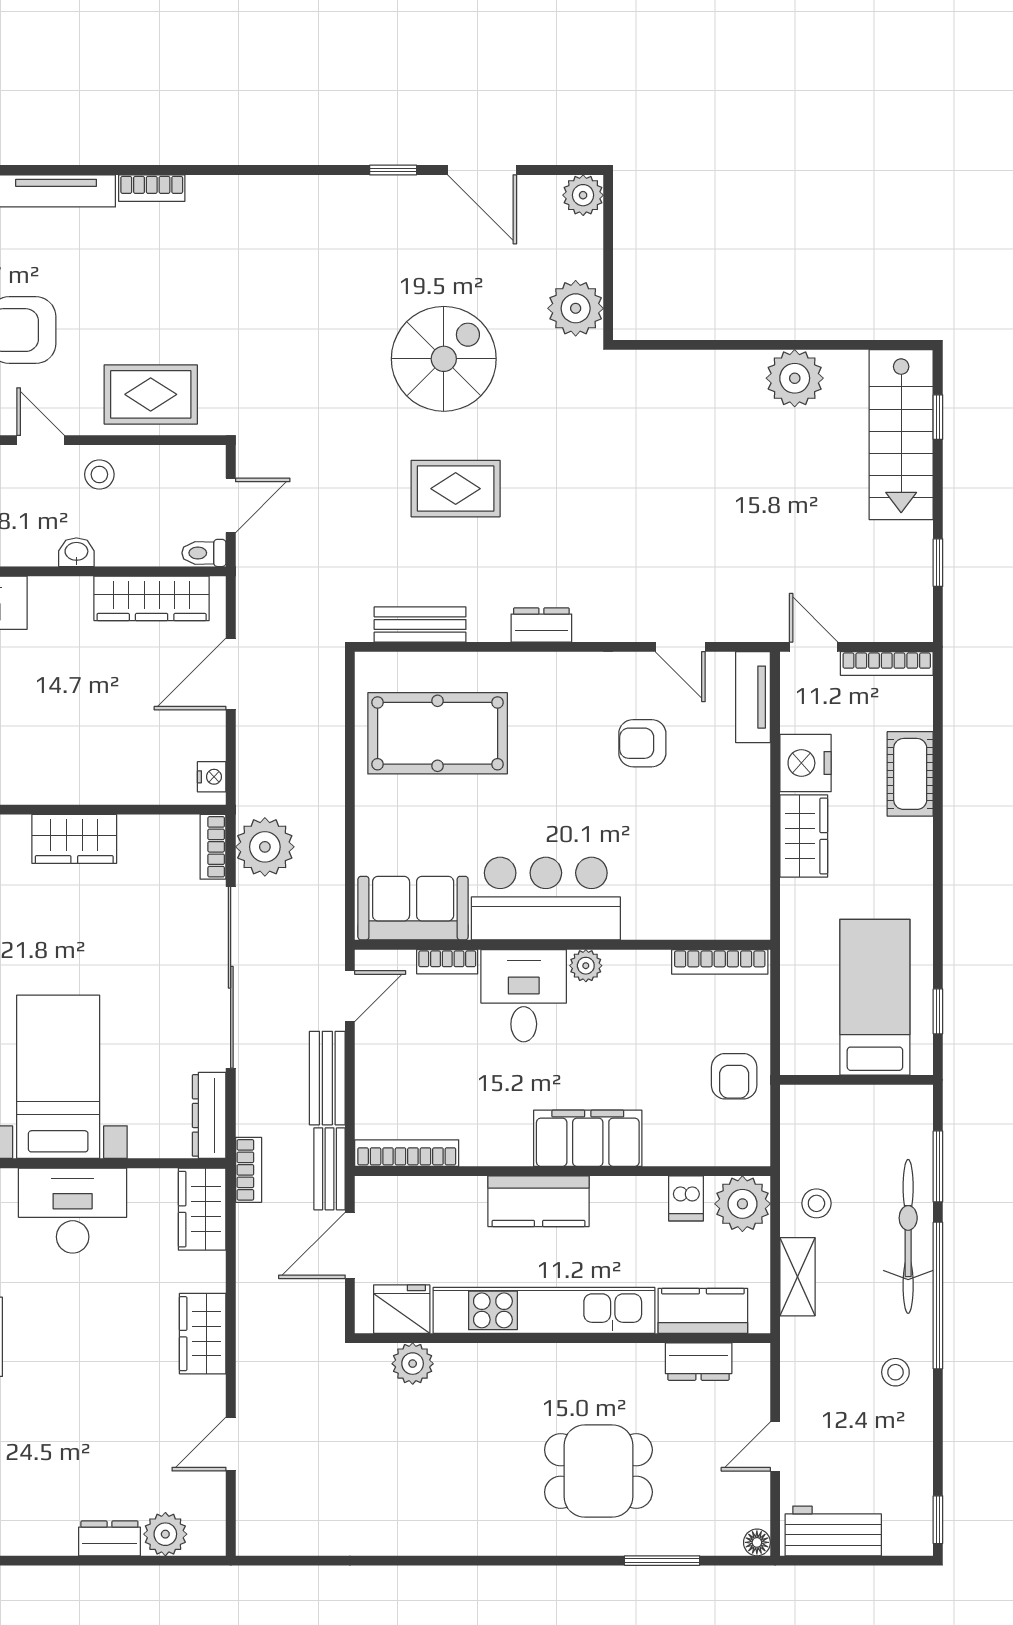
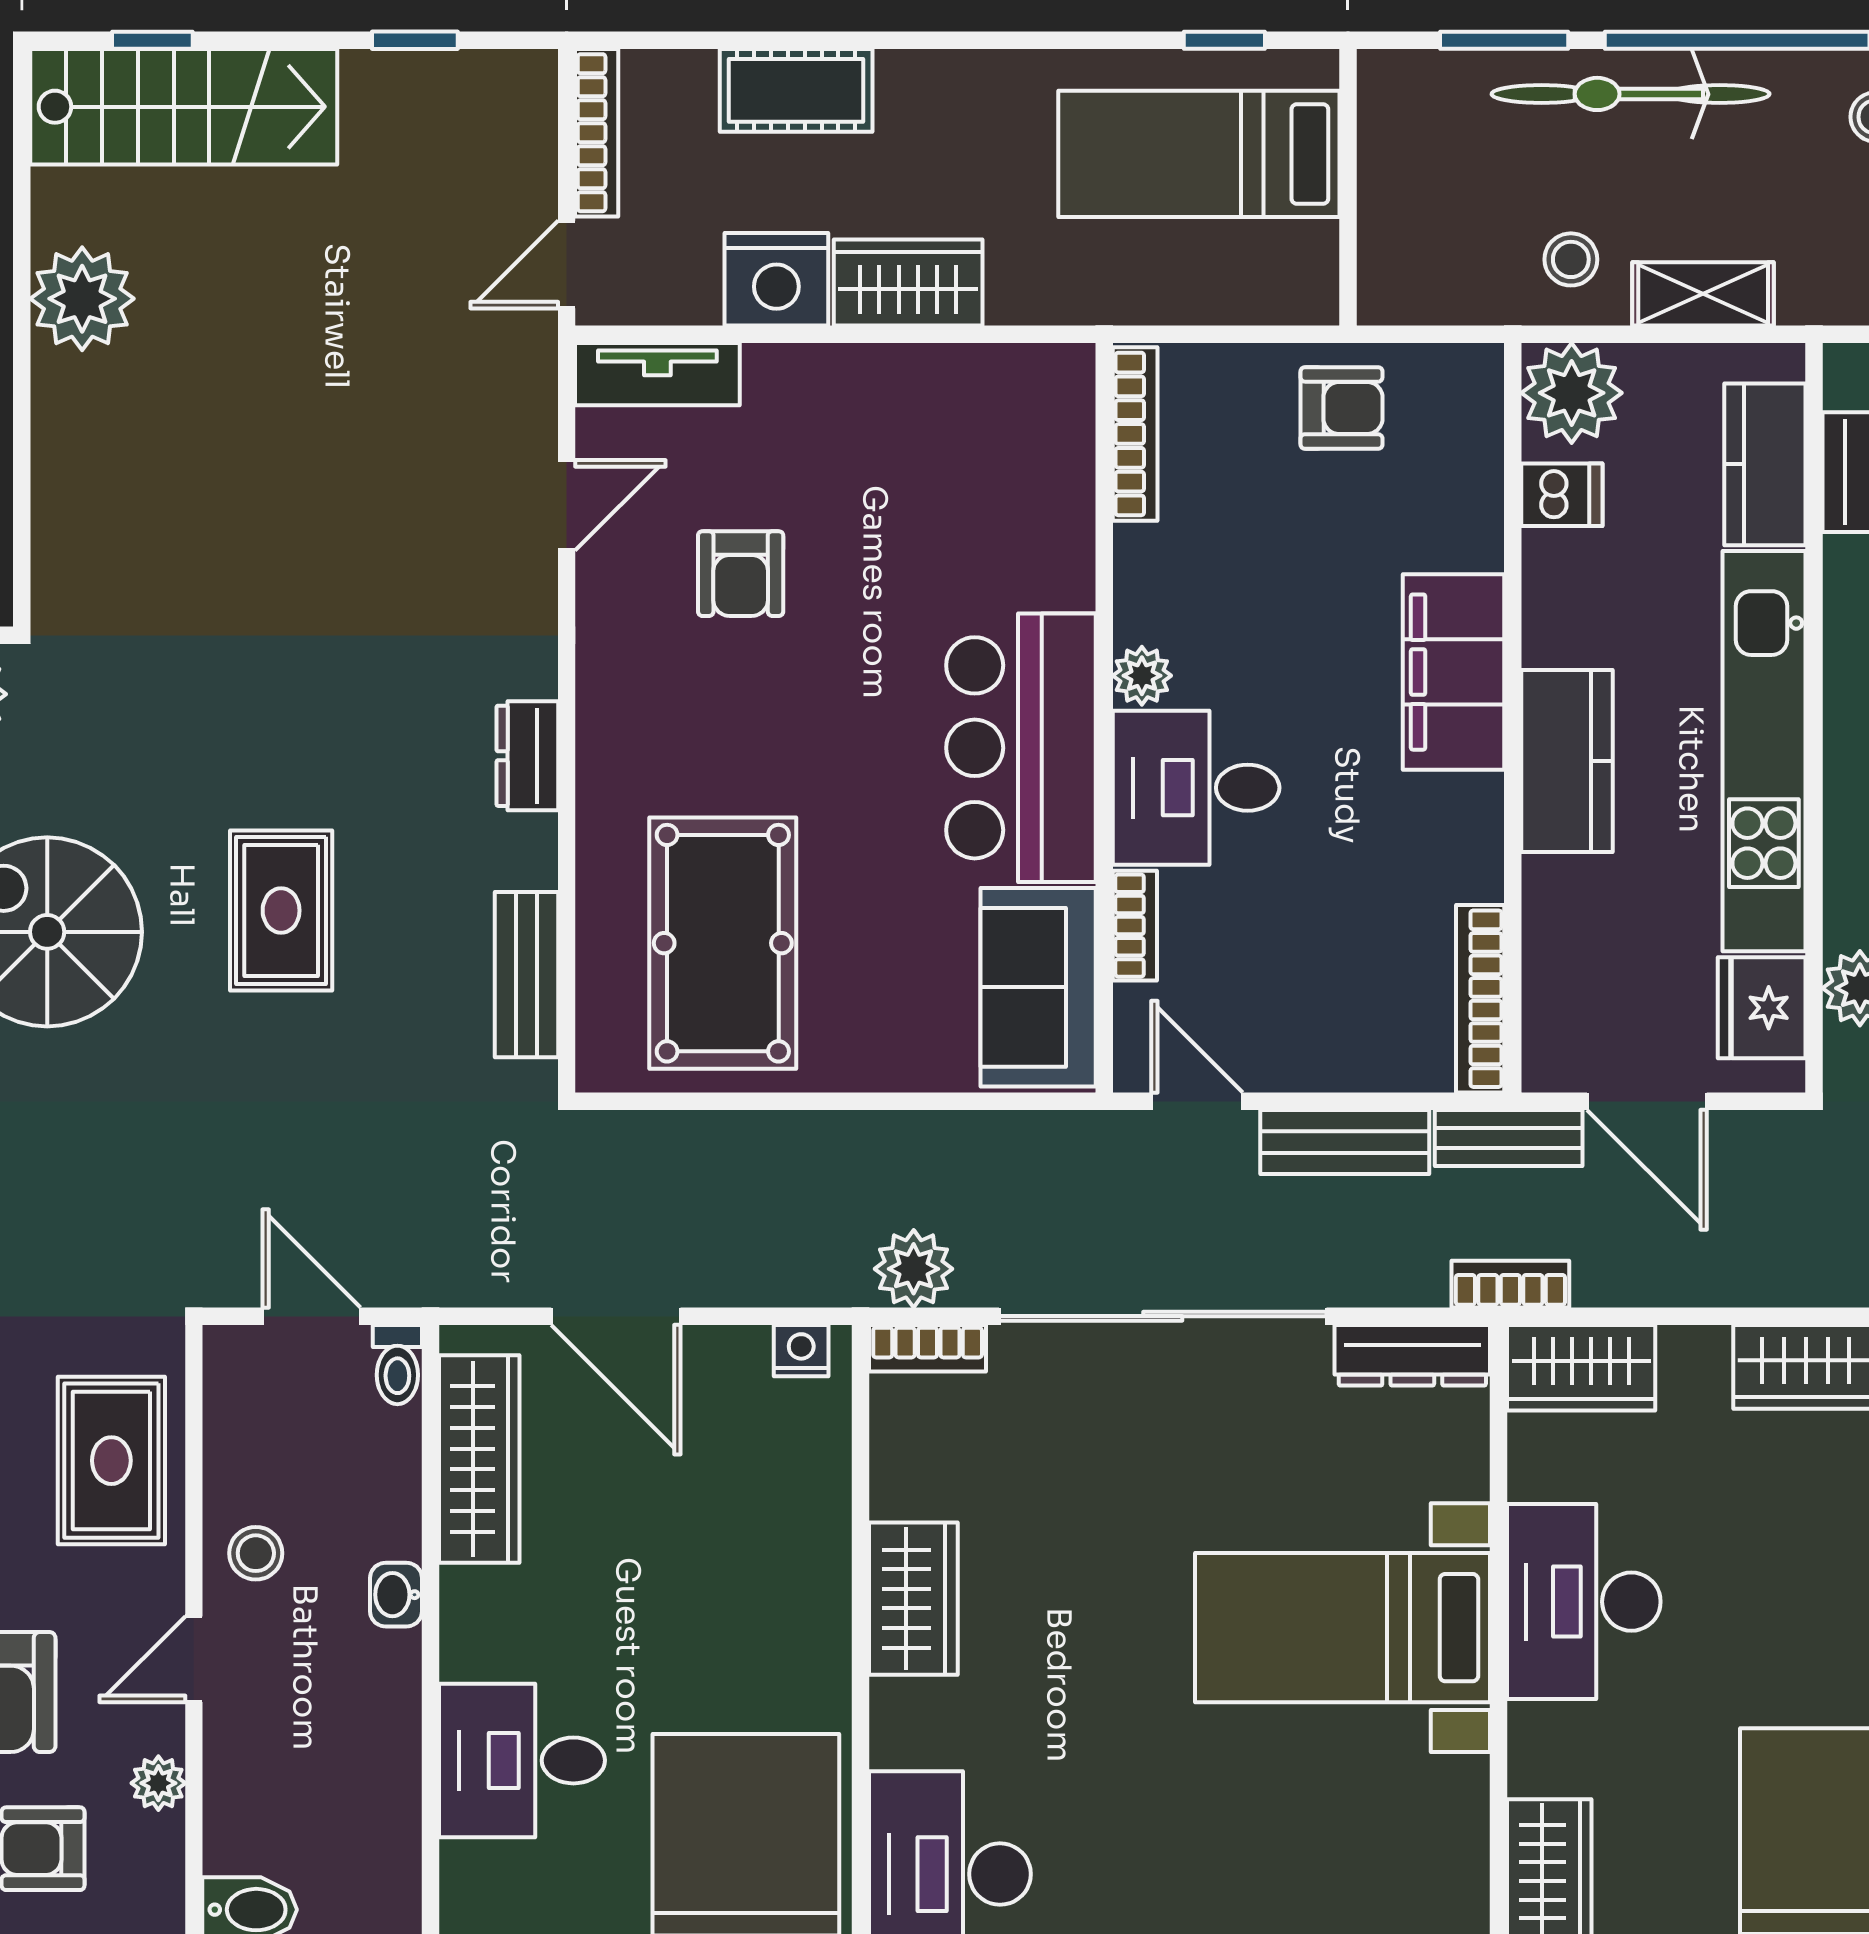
plant: (265, 847) -> (914, 1269), width x0.73, depth x0.73

